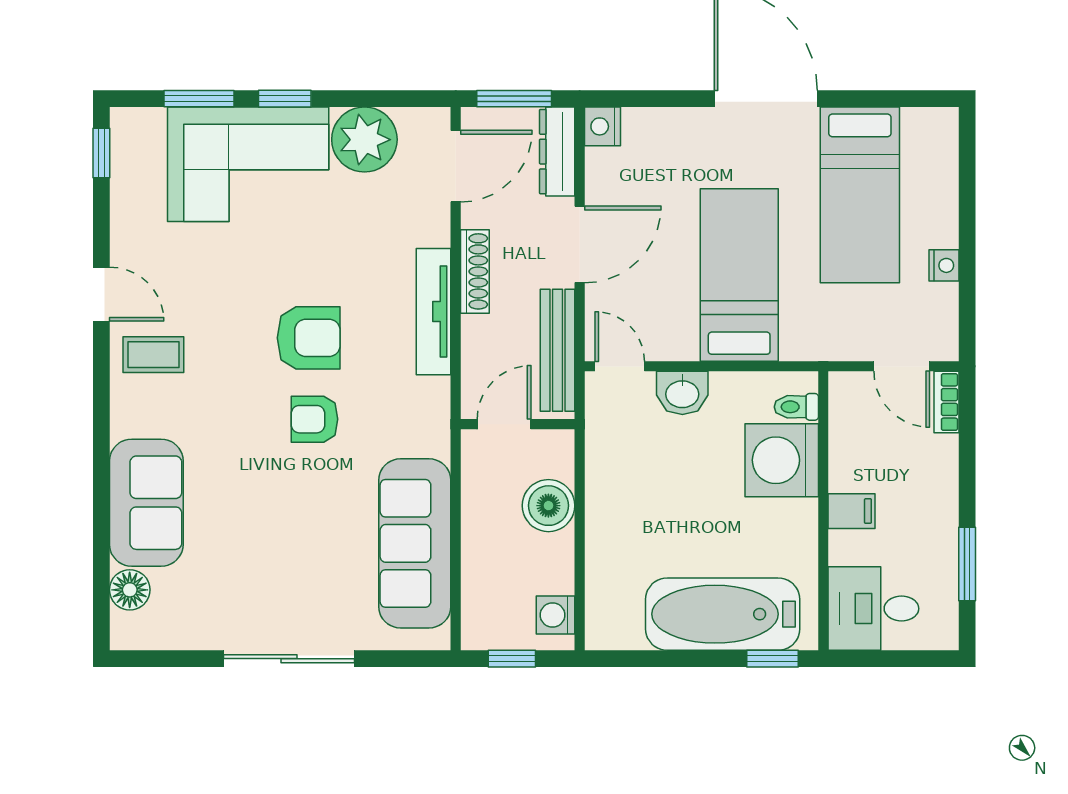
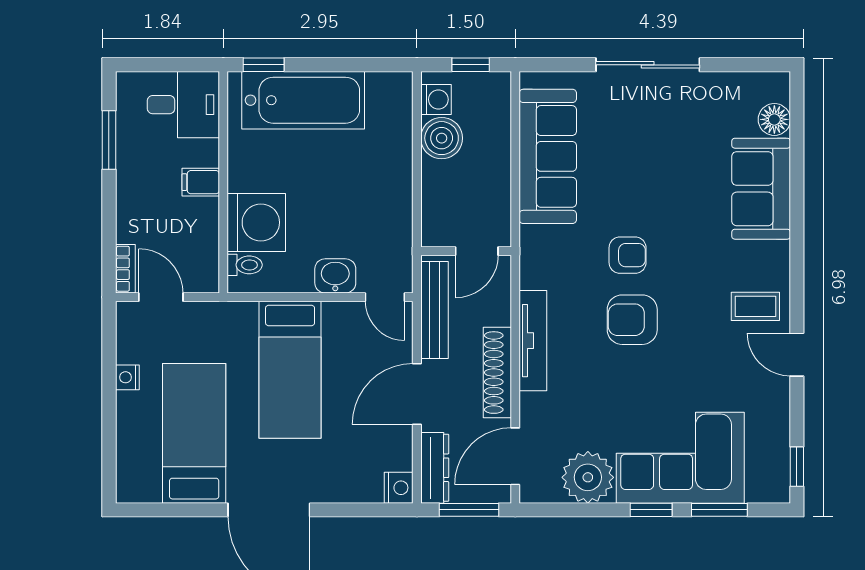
shoe rack: (475, 271) -> (497, 373), width x1.36, depth x1.24
boiler: (548, 506) -> (442, 138), moved

